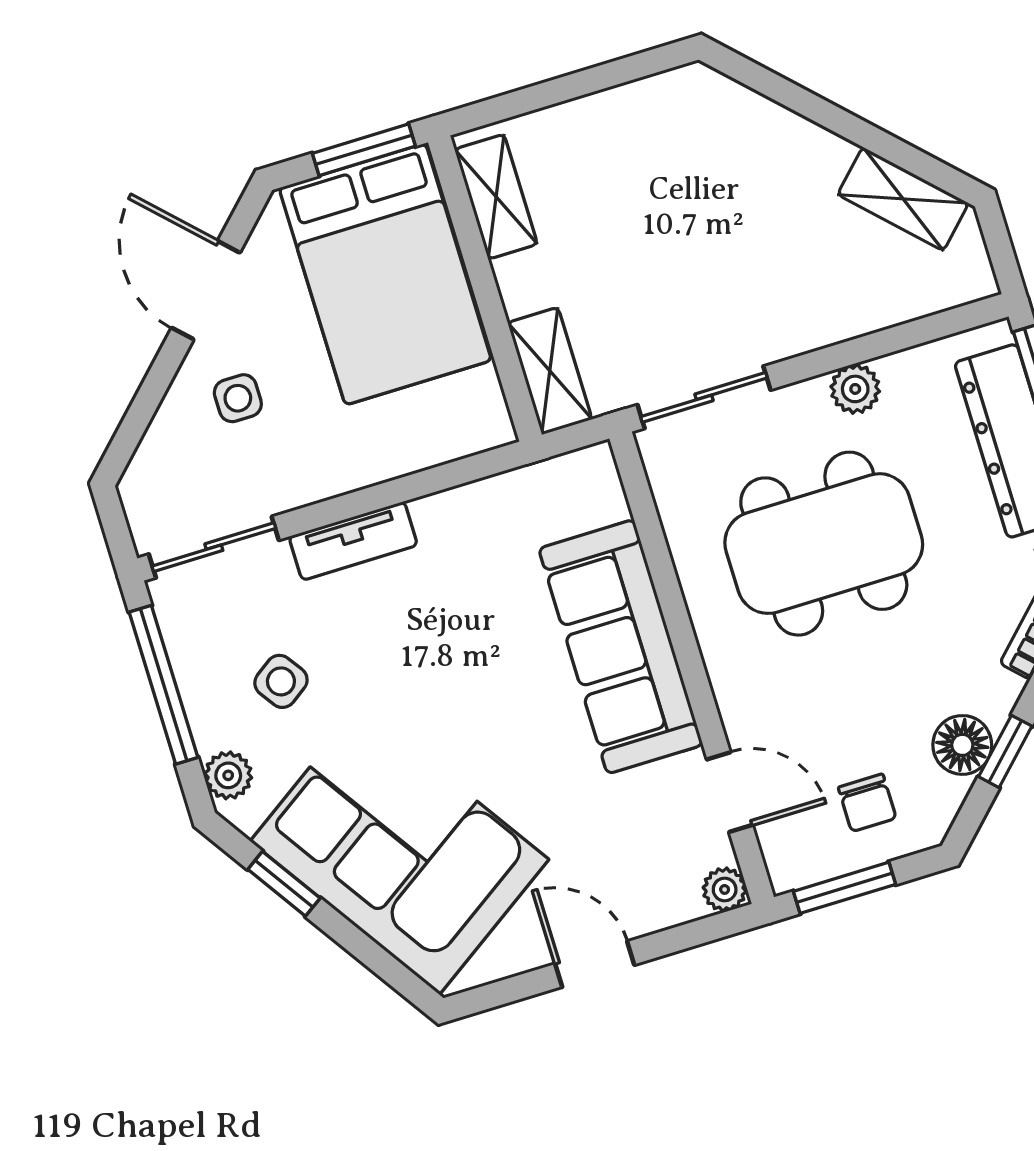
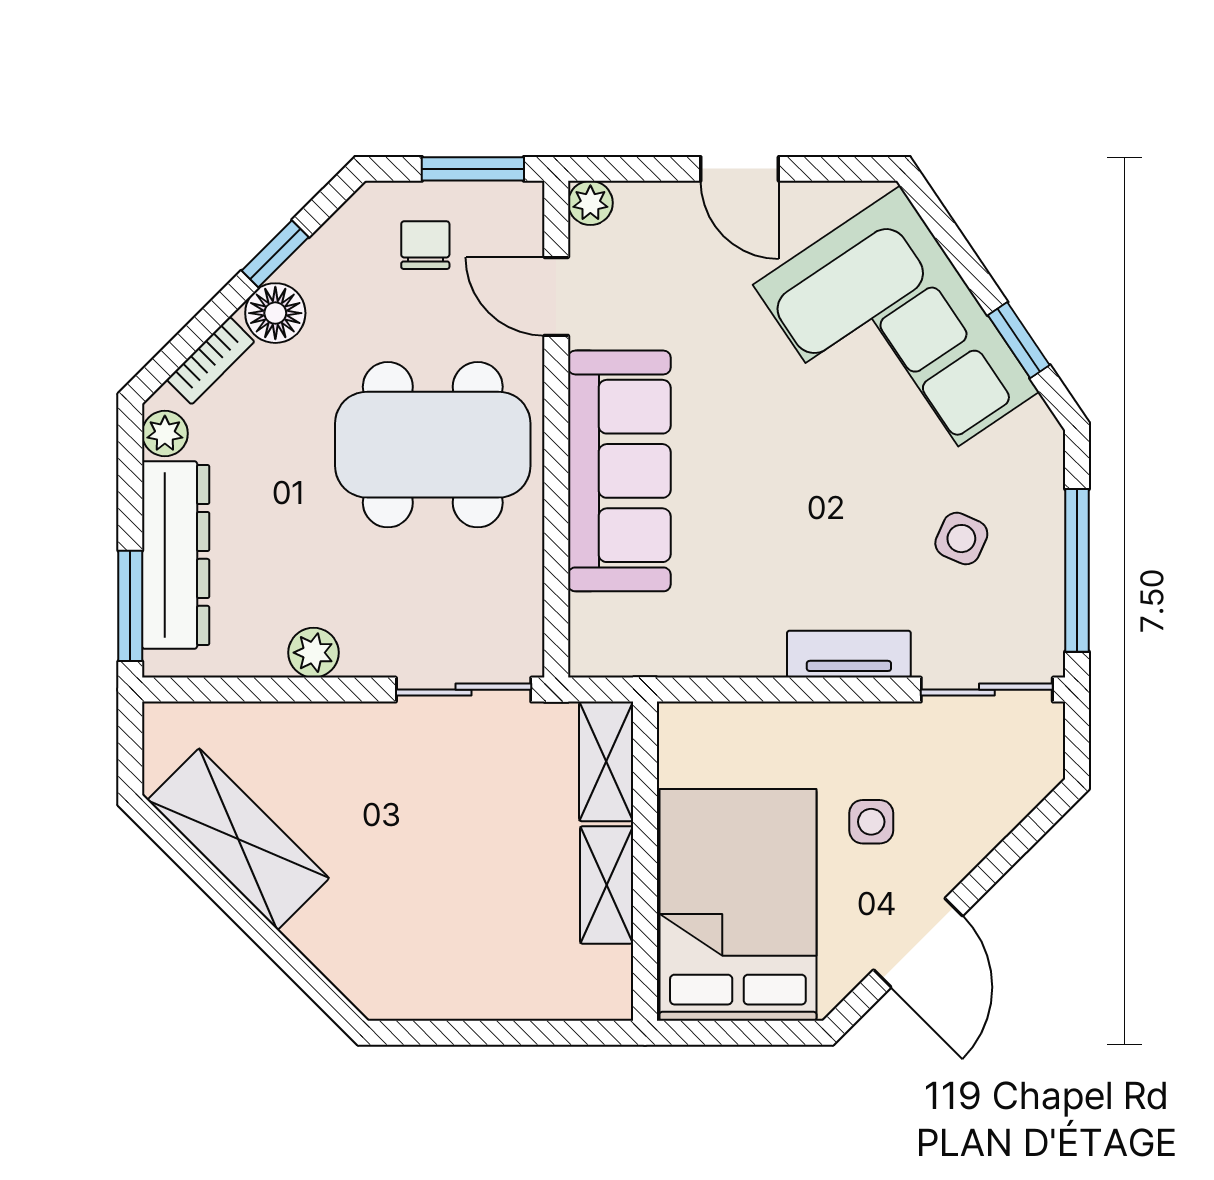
window: (364, 150) -> (722, 1033), removed
shelving: (496, 197) -> (607, 885), moved
shelving: (903, 199) -> (238, 839), width x1.50, depth x1.33
side table: (238, 398) -> (871, 822), moved
dining table: (824, 544) -> (433, 445), moved
side table: (281, 681) -> (961, 539), turned -31
floor lamp: (962, 745) -> (275, 313), moved
plant: (228, 775) -> (1041, 463), removed

